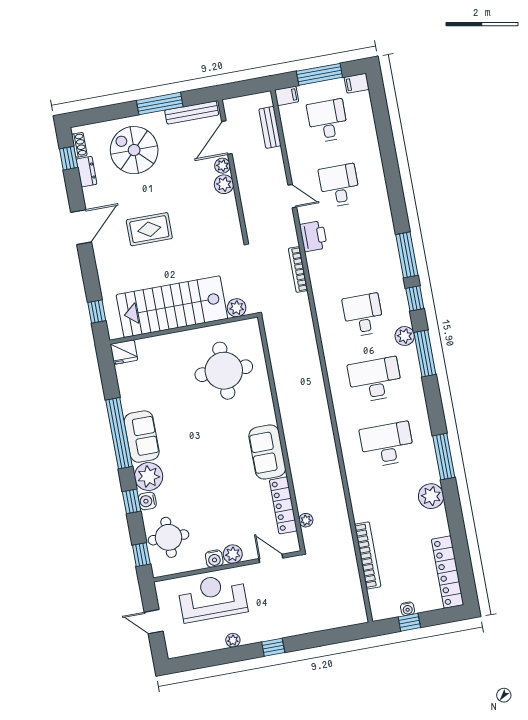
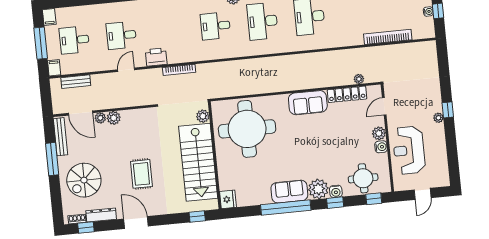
dresser: (87, 172) -> (101, 215), width x1.44
round table: (224, 371) -> (247, 129), width x1.36, depth x1.36
plant: (233, 640) -> (438, 118), moved

